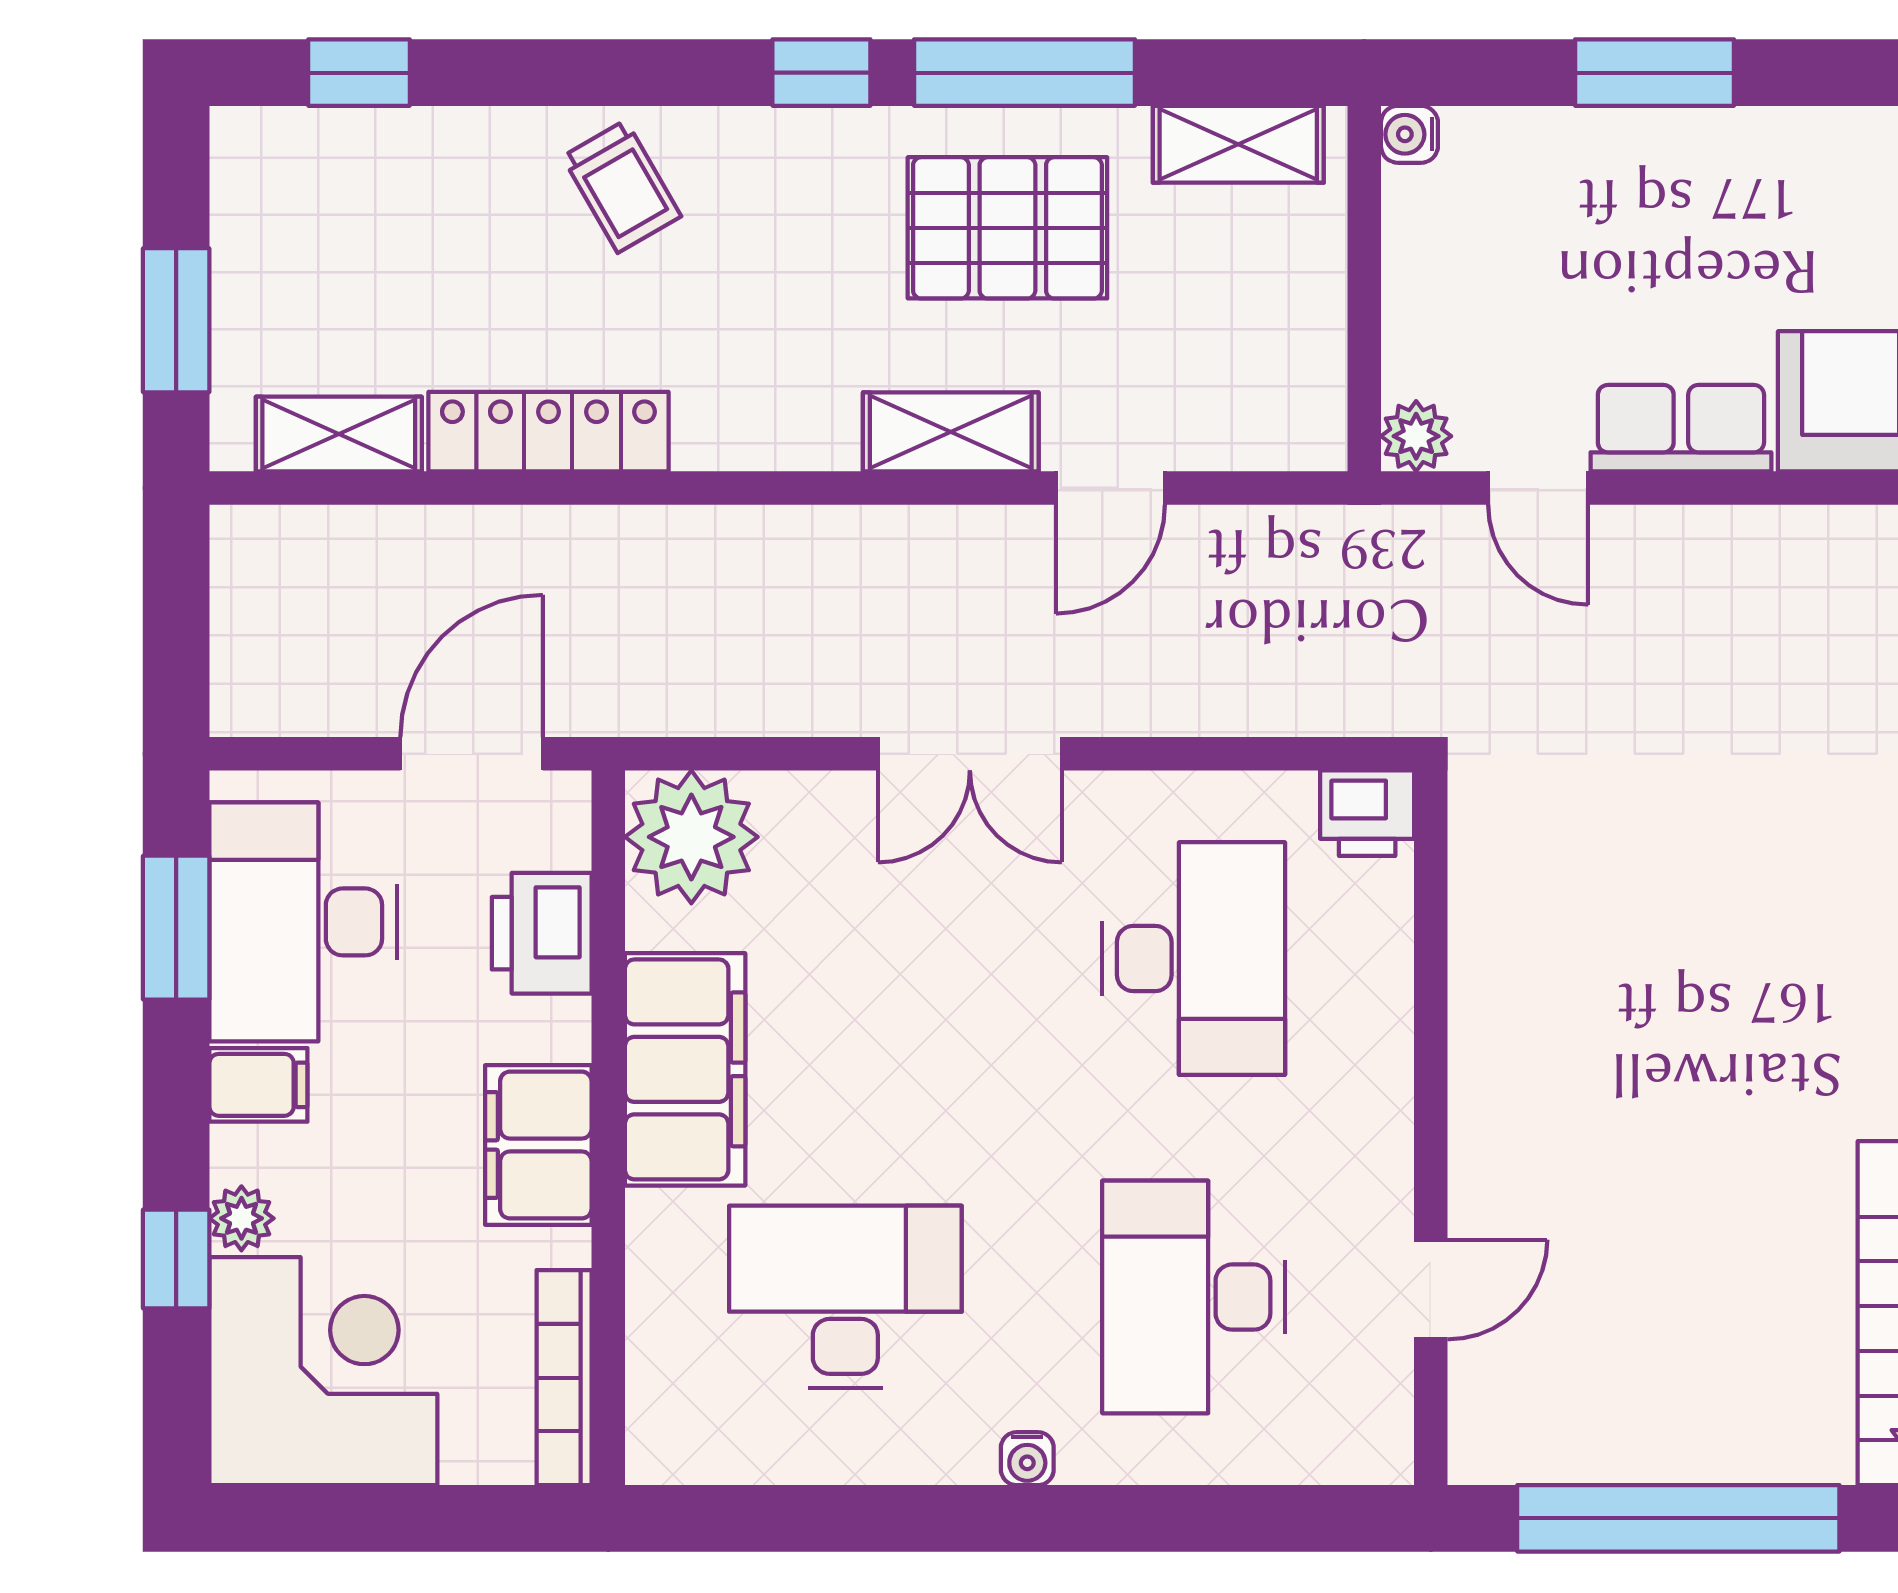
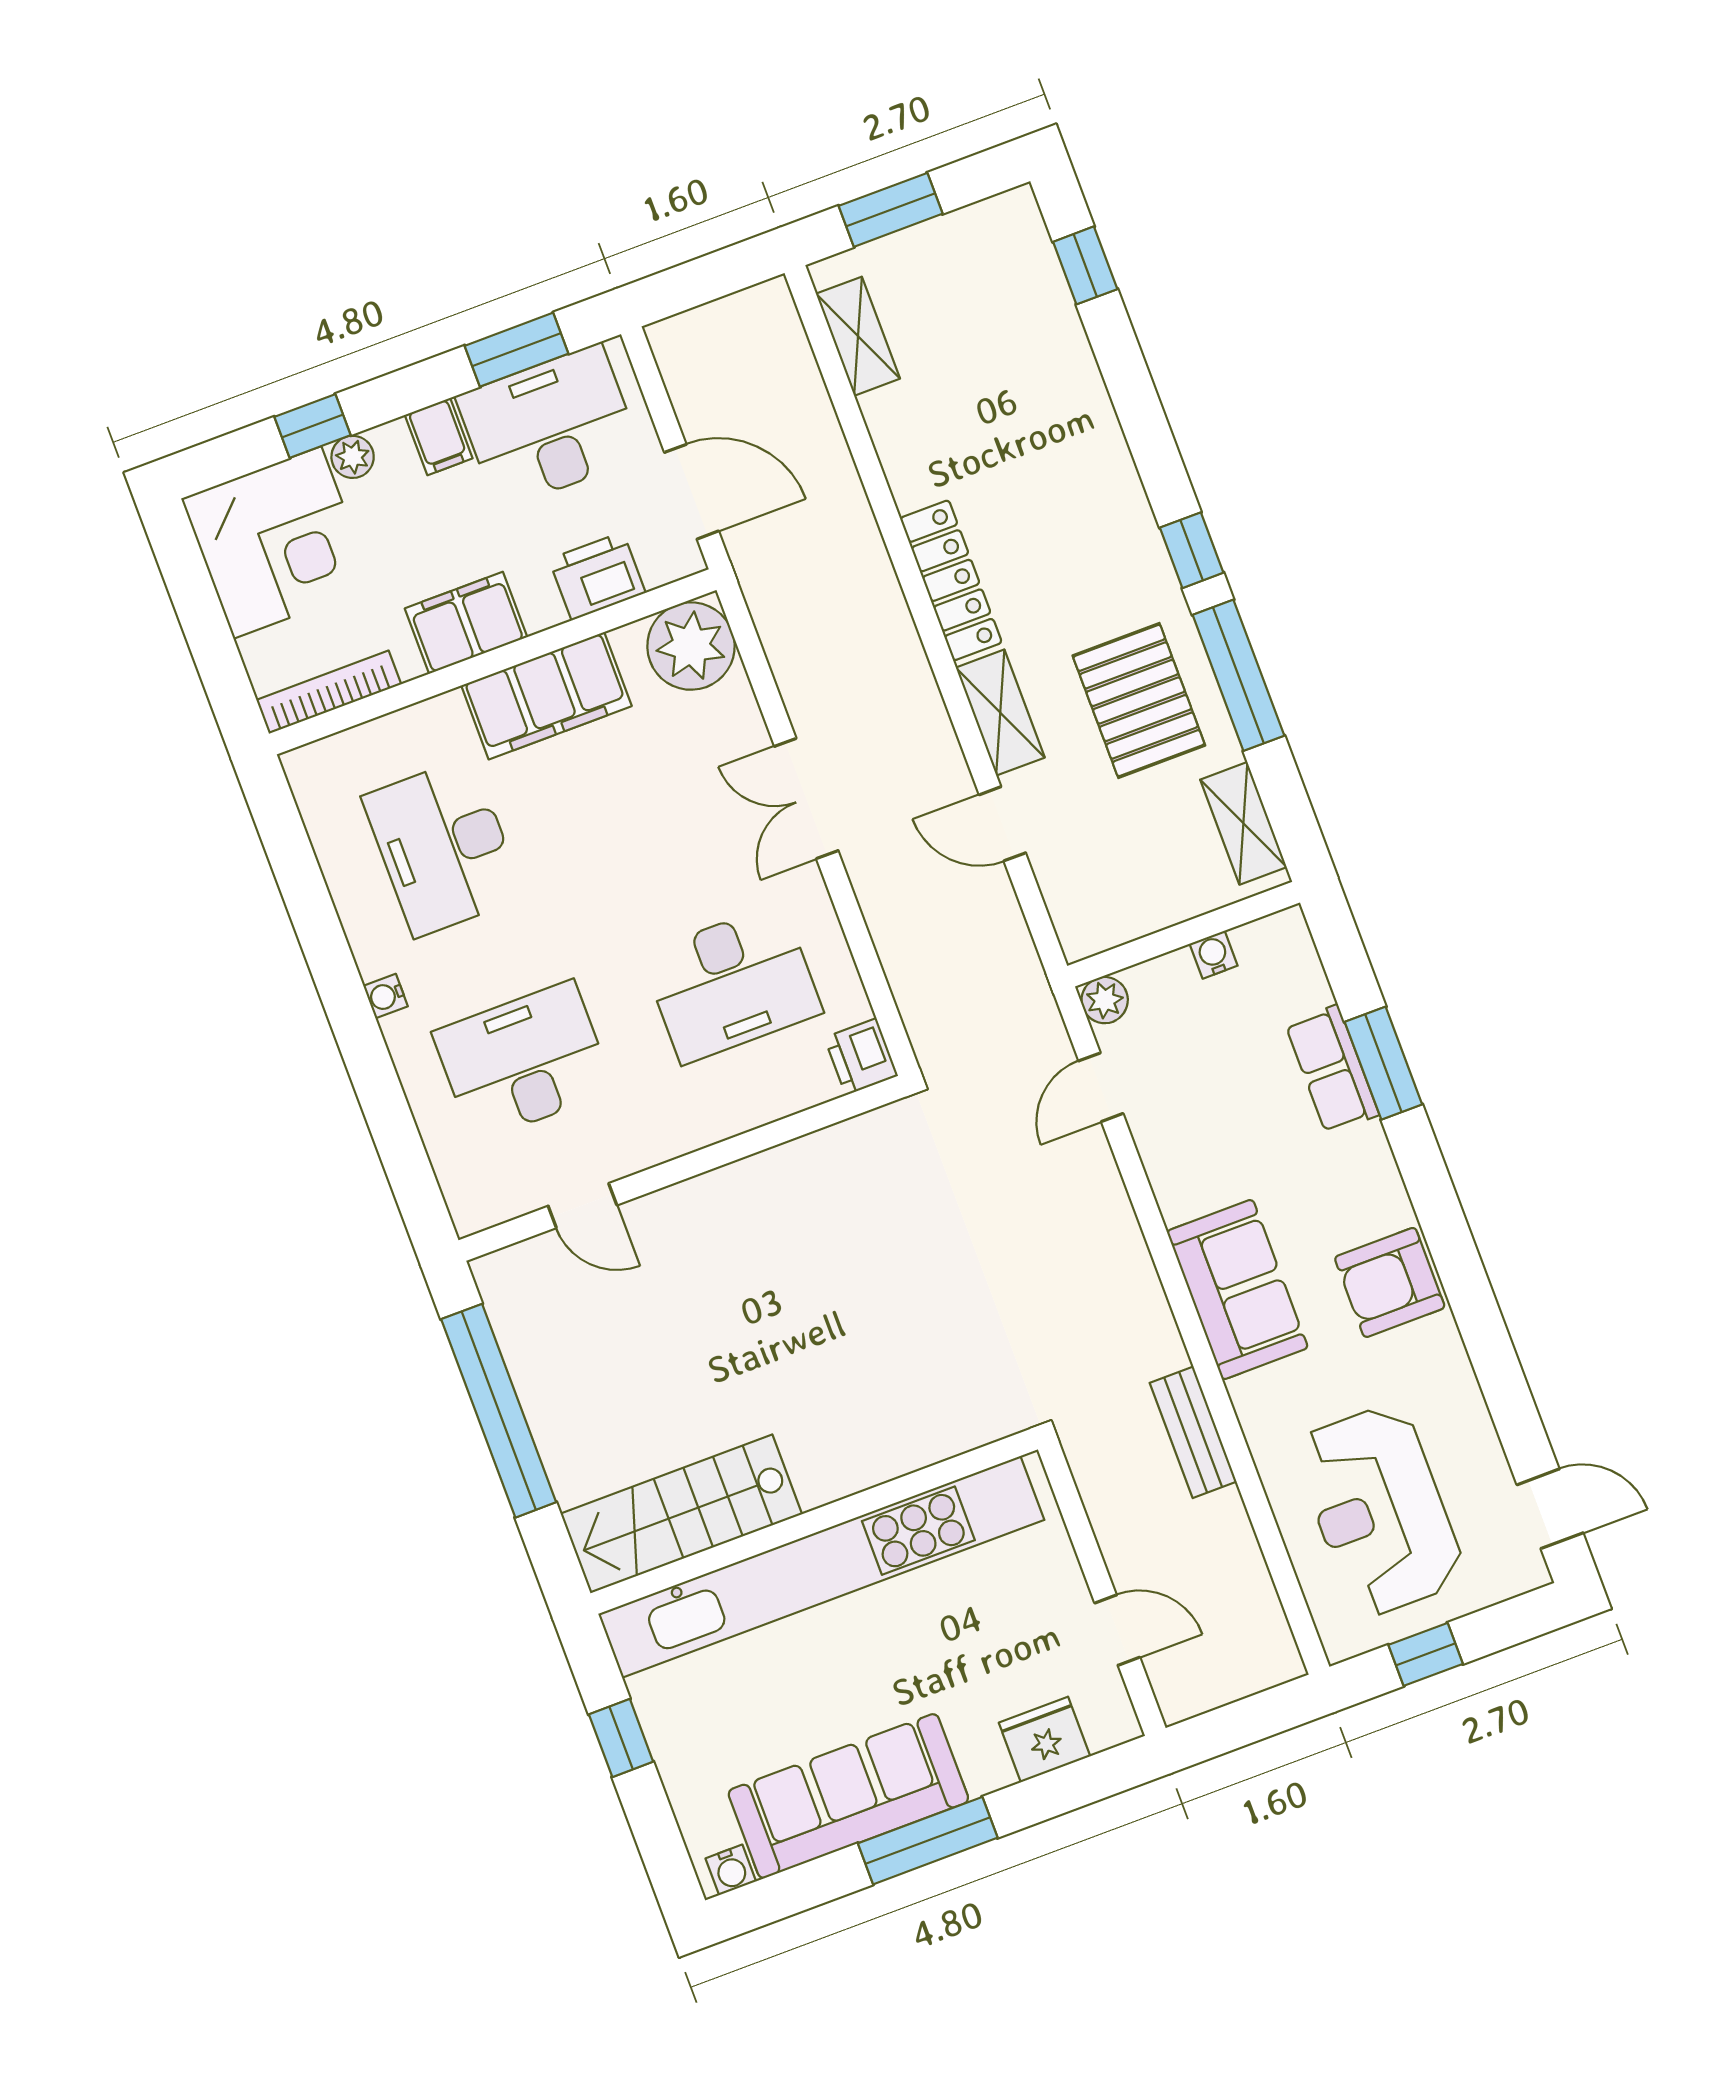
water cooler: (1409, 134) -> (1214, 955), moved
trolley: (622, 186) -> (1076, 453), removed
row of seats: (1681, 428) -> (1332, 1069), moved, turned 180
locker: (548, 432) -> (951, 580), moved
desk: (845, 1297) -> (443, 847), turned 180

